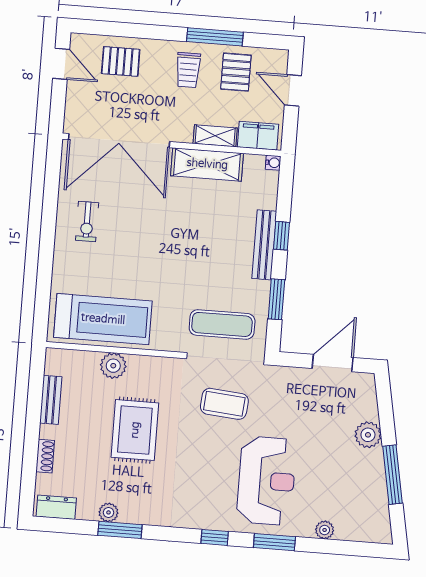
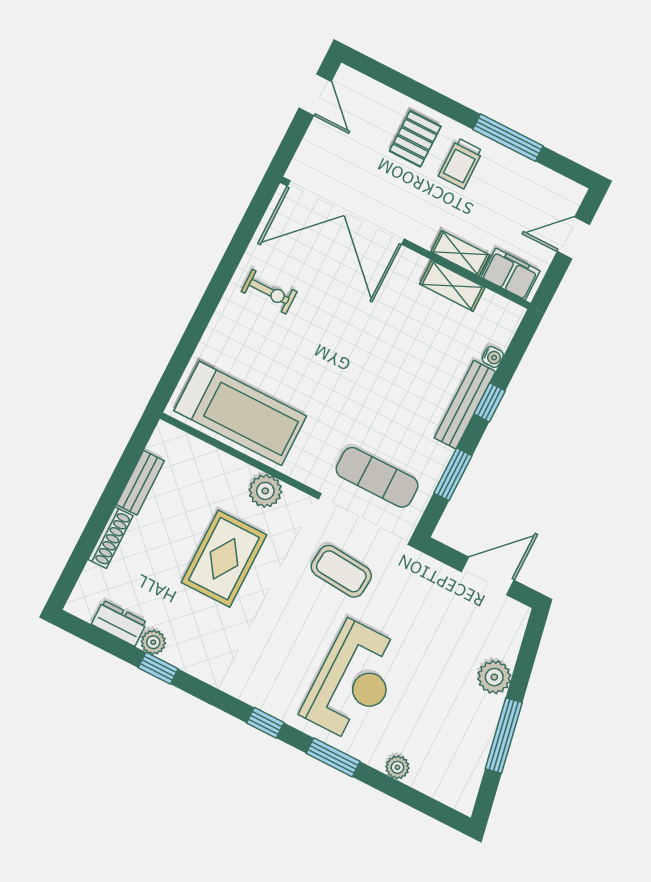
pallet: (121, 61) -> (415, 139), moved, turned 90
pallet: (236, 72) -> (516, 189), removed
door: (293, 90) -> (573, 238), hinge flipped
water cooler: (273, 163) -> (493, 357), moved
shelving: (207, 164) -> (452, 286), width x0.67, depth x0.75
exercise bike: (87, 222) -> (269, 292), turned -90
plant: (113, 366) -> (265, 491), moved
shoe rack: (45, 456) -> (110, 538), width x1.43
dresser: (56, 507) -> (119, 623), moved
window: (120, 530) -> (158, 668), width x0.67

